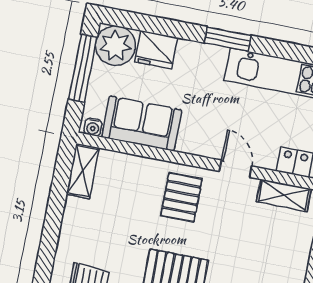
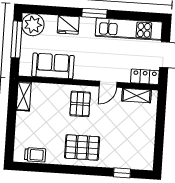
fridge: (156, 50) -> (68, 25), moved
water cooler: (93, 127) -> (26, 71), removed
door: (236, 169) -> (108, 84), swing flipped

